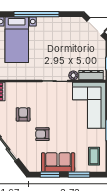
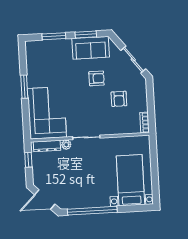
window: (37, 14) -> (92, 211), moved
coffee table: (94, 156) -> (39, 57), removed
sofa: (58, 162) -> (91, 48), moved

